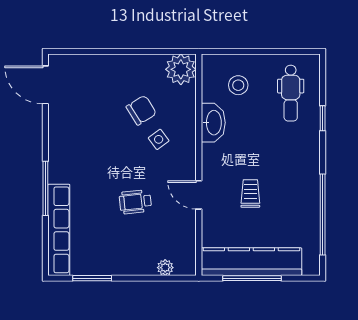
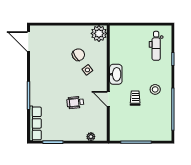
stool: (238, 85) -> (155, 89), moved
washbasin: (213, 123) -> (116, 74), moved
row of seats: (59, 230) -> (35, 123), width x0.73
kitchen counter: (251, 262) -> (136, 134), removed

